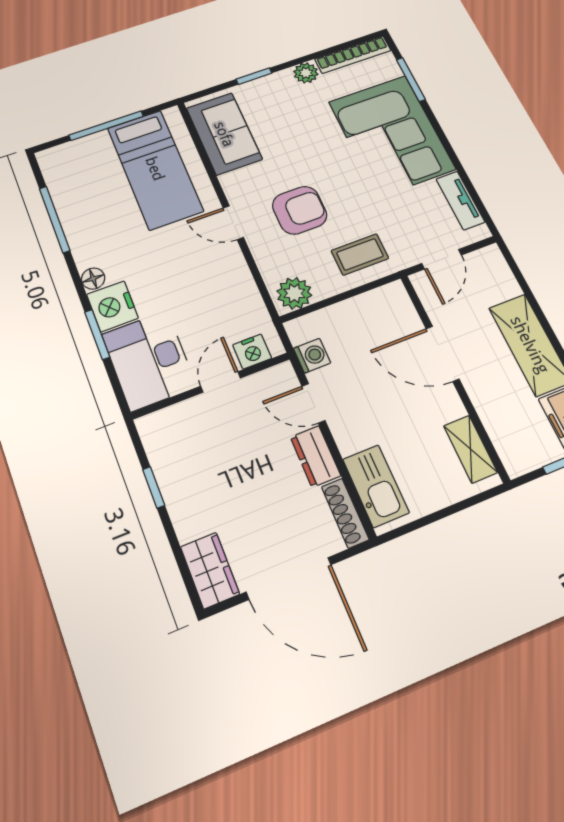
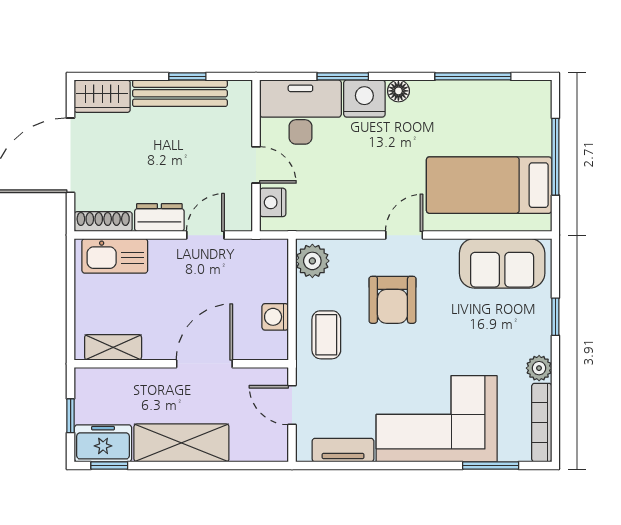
washing machine: (312, 356) -> (275, 317), moved, turned 90
bench: (175, 488) -> (180, 93), added

